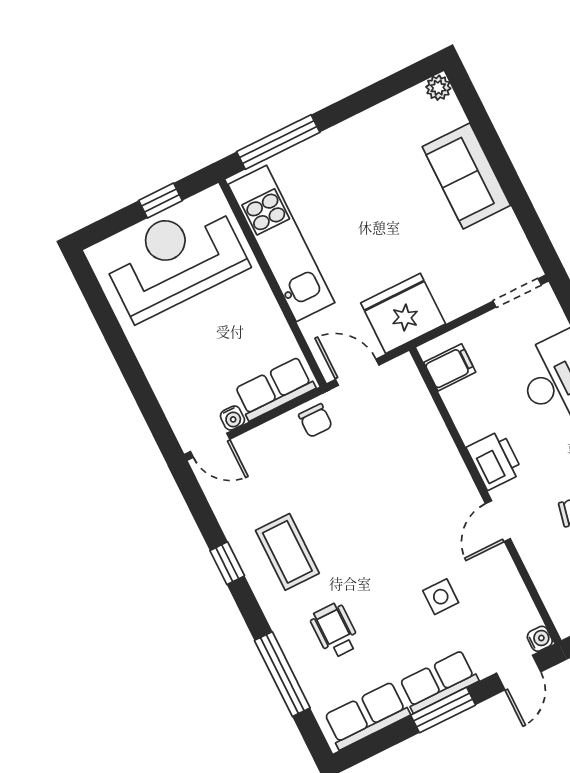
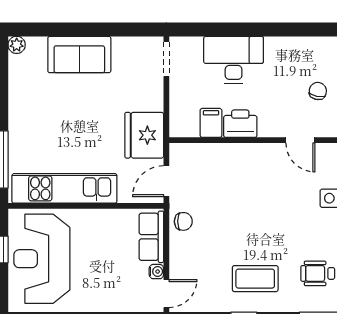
filing cabinet: (450, 367) -> (211, 123), moved
printer: (495, 460) -> (240, 124), moved

